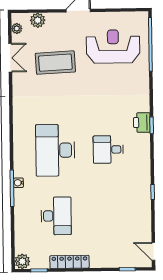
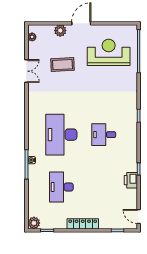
plant: (38, 20) -> (60, 31), moved
double door: (10, 58) -> (26, 71), moved
coffee table: (55, 63) -> (62, 65), width x0.73, depth x0.76
printer: (142, 122) -> (131, 180), moved
desk: (56, 216) -> (61, 187), turned 180
locker: (69, 262) -> (83, 224), moved

